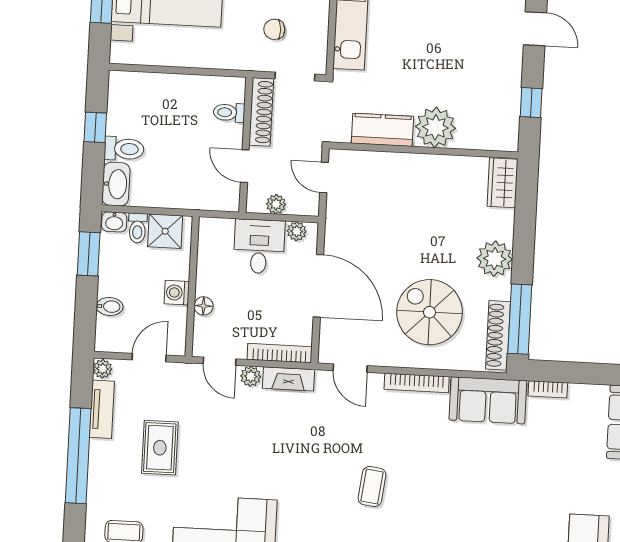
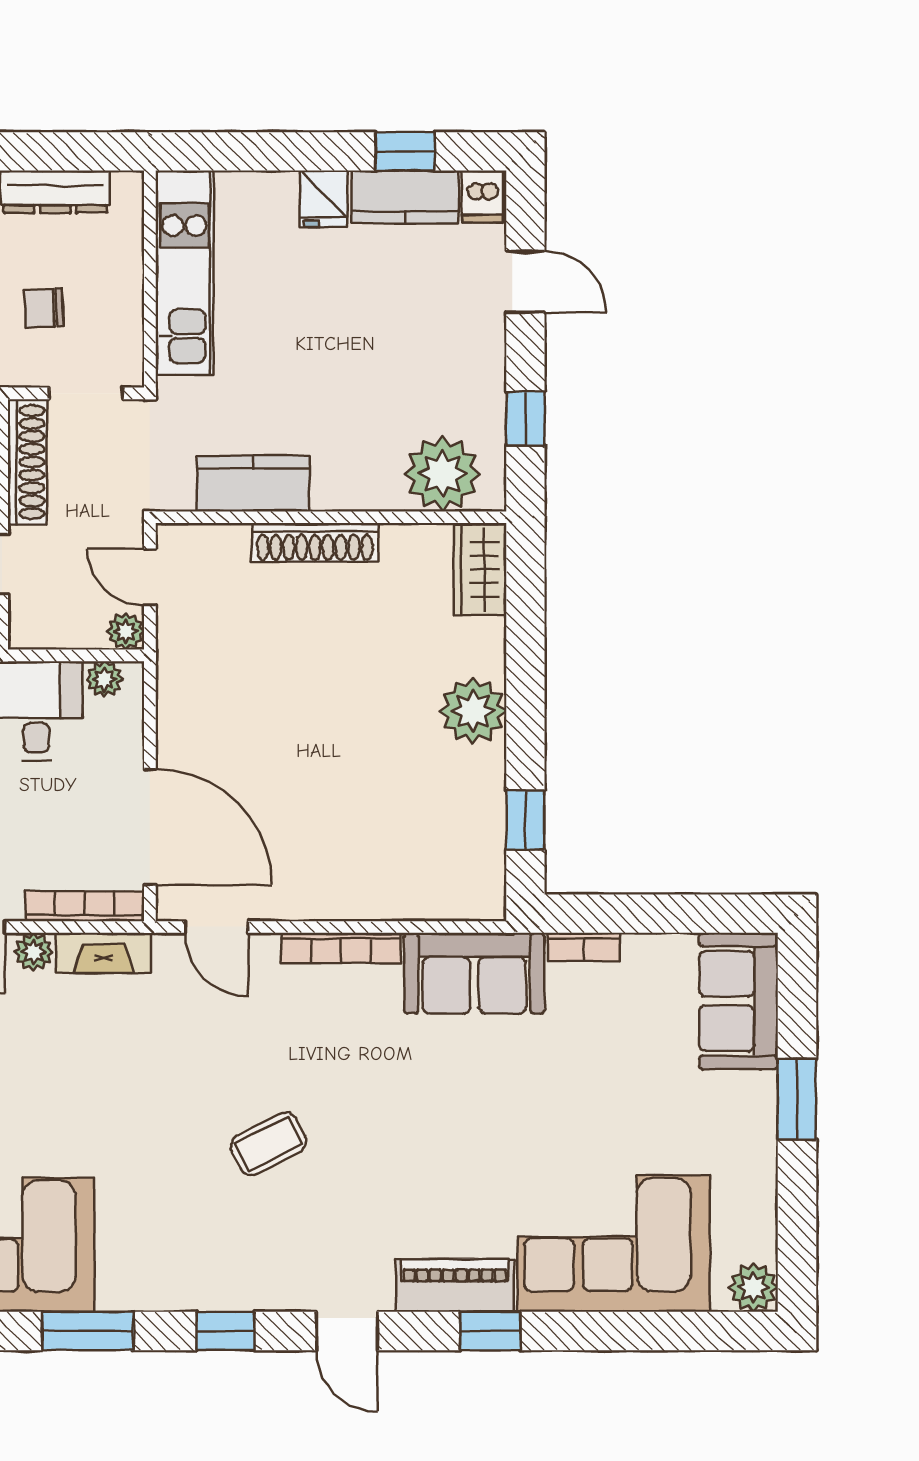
plant: (435, 127) -> (442, 474), moved
plant: (276, 204) -> (126, 631), moved
door: (318, 286) -> (150, 827), moved
spiral stairs: (430, 312) -> (358, 816), removed
window: (520, 319) -> (525, 820), width x0.46
shoe rack: (498, 335) -> (315, 543), moved, turned -90
coffee table: (372, 487) -> (268, 1144), turned 56

